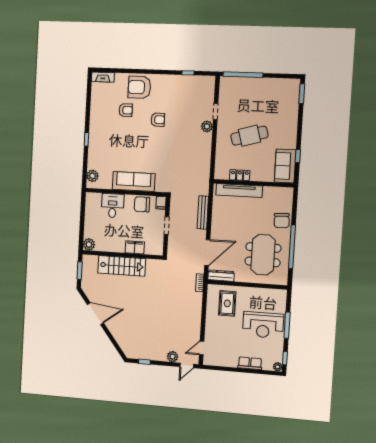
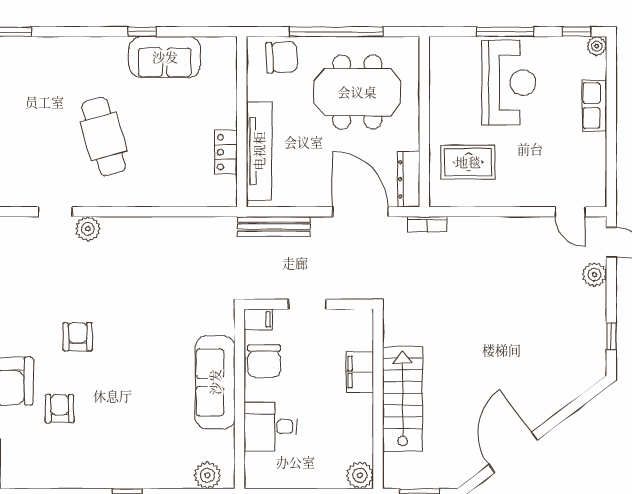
locker: (240, 175) -> (226, 152), moved
wall: (253, 183) -> (242, 122), moved
tv unit: (239, 190) -> (259, 151), moved

